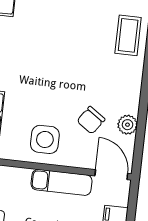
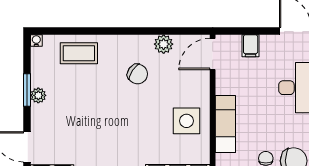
chair: (91, 120) -> (137, 74), moved
exam couch: (62, 182) -> (225, 124), moved

